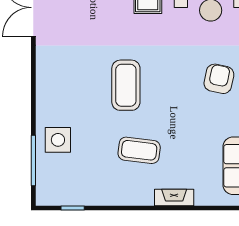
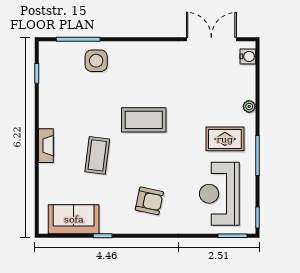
coffee table: (139, 150) -> (97, 155), moved
fireplace: (174, 197) -> (46, 146), moved

